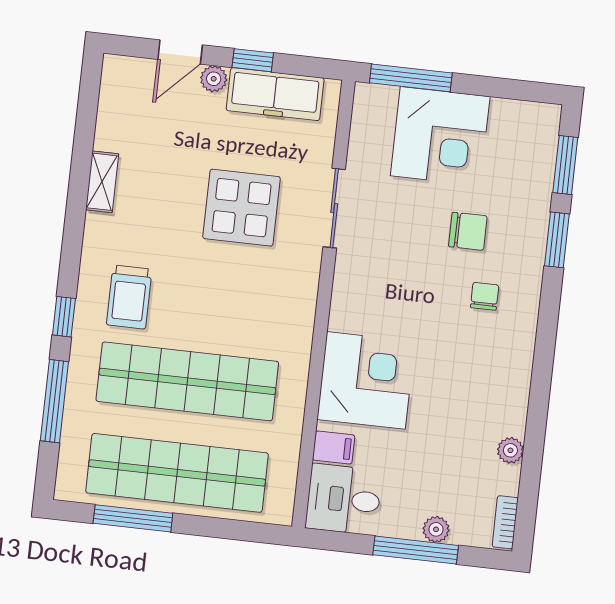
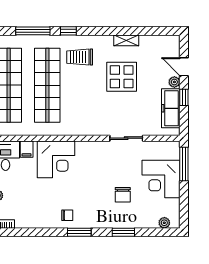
window: (565, 165) -> (79, 232), moved
display table: (242, 208) -> (122, 77), moved
chair: (485, 296) -> (67, 215), moved
plant: (510, 450) -> (164, 223), moved

